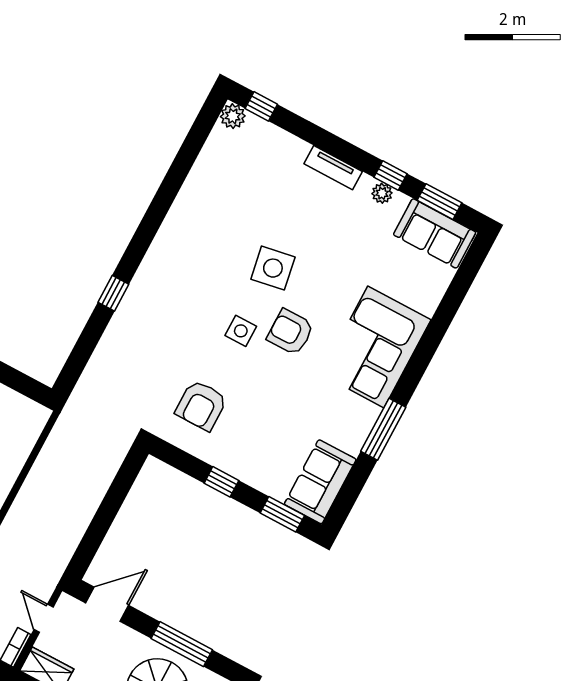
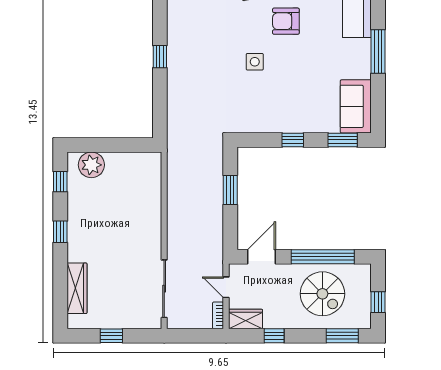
side table: (241, 331) -> (255, 62), moved
armchair: (201, 405) -> (254, 98), removed
window: (112, 502) -> (230, 190), added
window: (182, 644) -> (323, 257), width x1.46

